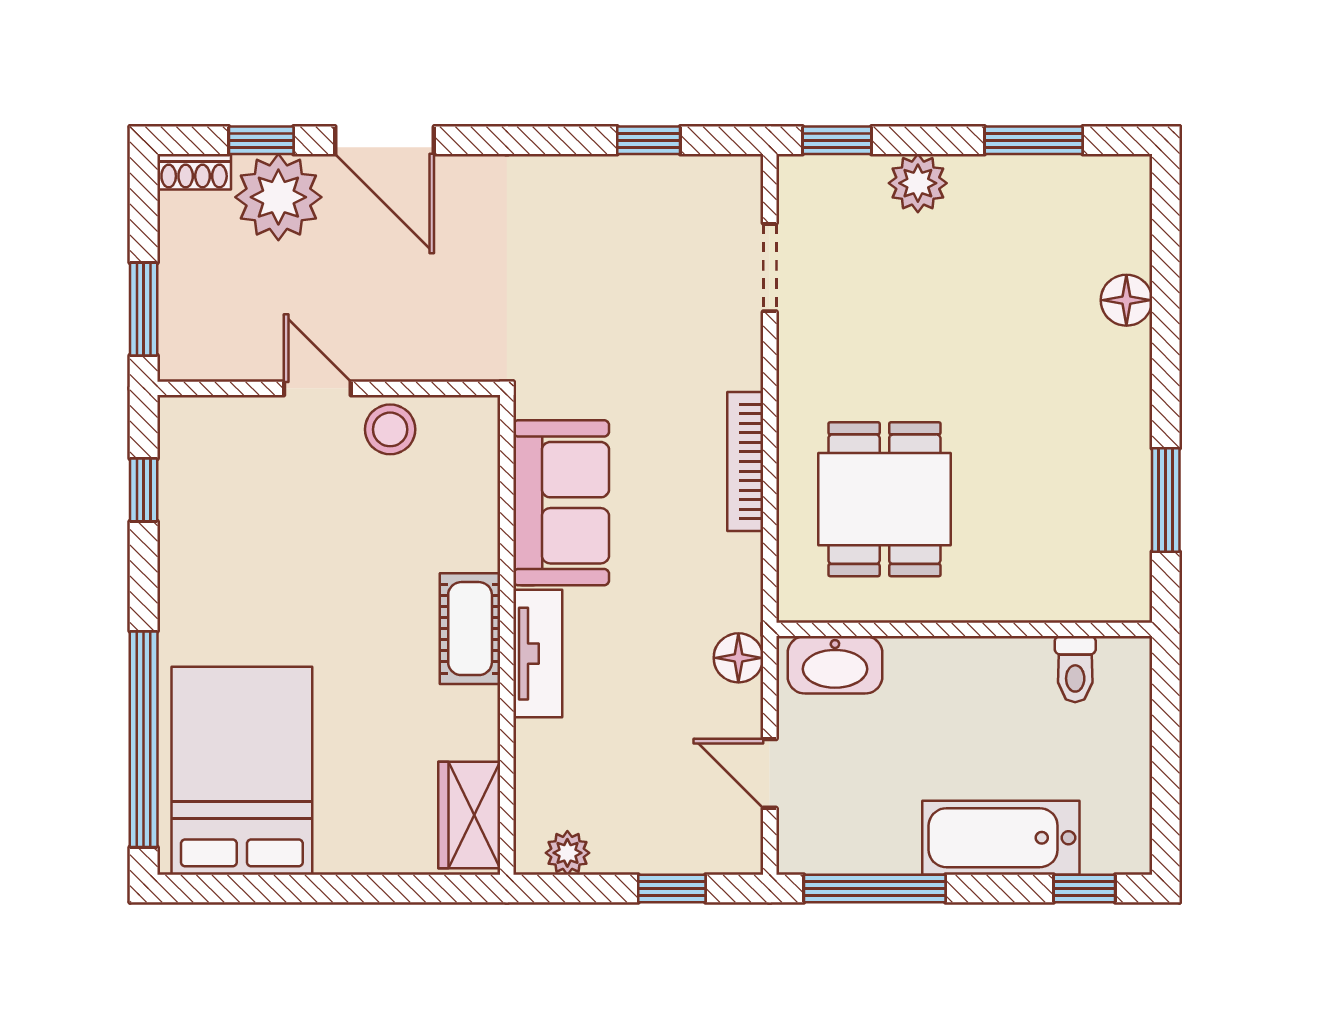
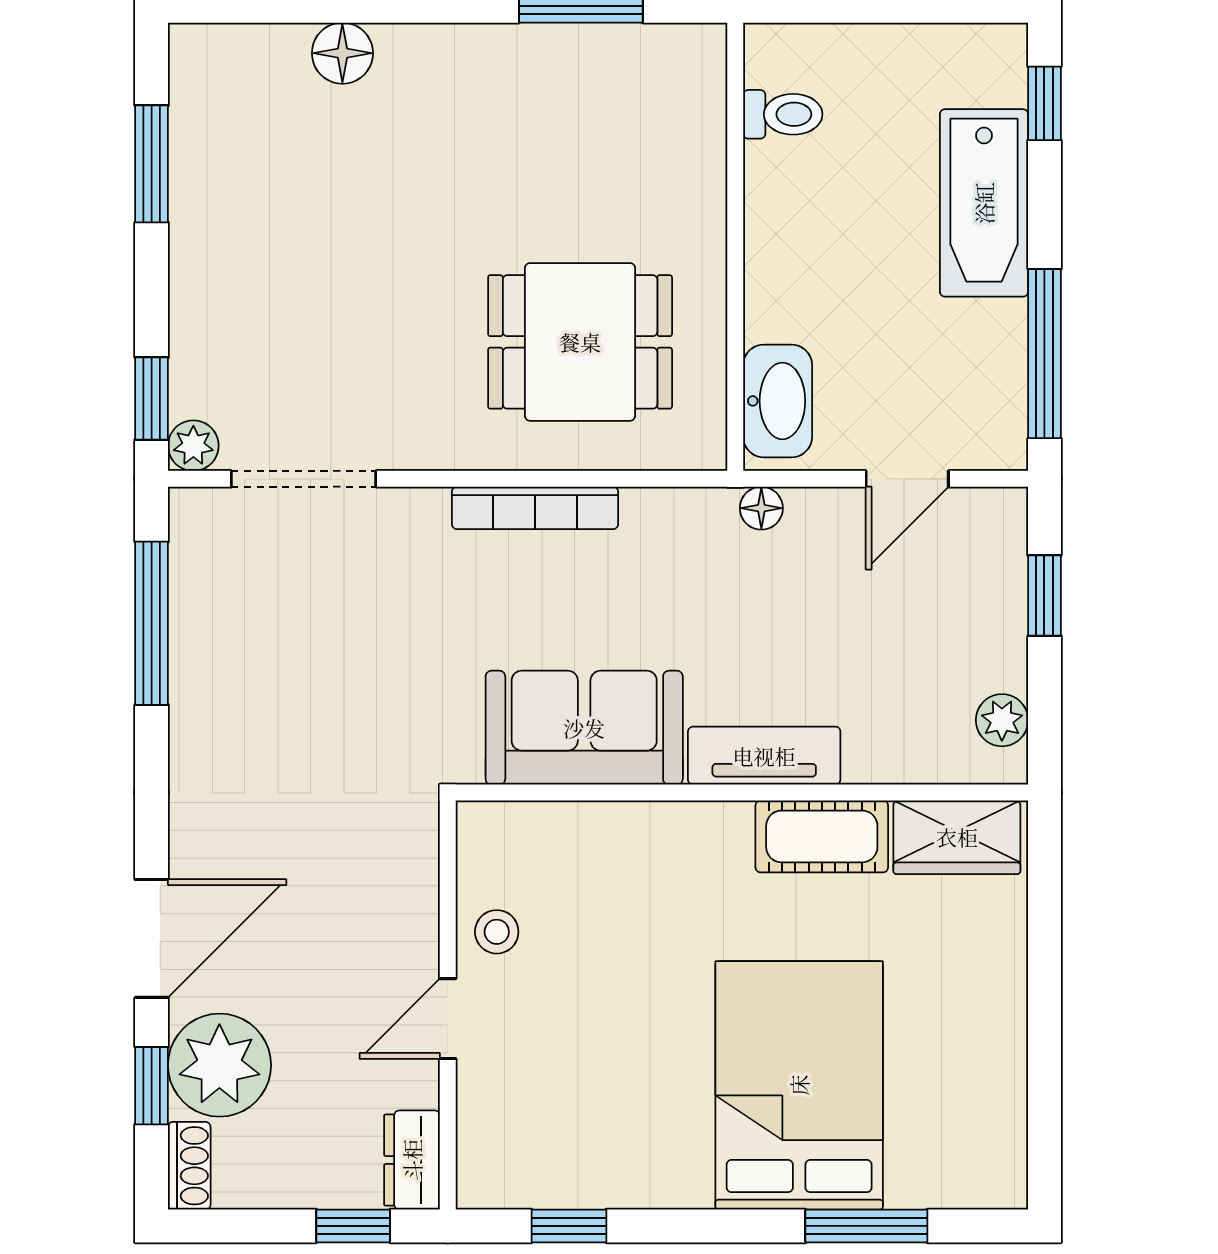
window: (649, 140) -> (152, 623), width x2.17
plant: (918, 183) -> (193, 446), moved, width x0.73, depth x0.73
doorway: (770, 268) -> (304, 479), width x1.38
window: (144, 309) -> (353, 1226), width x0.67
dresser: (199, 358) -> (412, 1160), added
stool: (390, 429) -> (497, 932), width x0.73, depth x0.73
cot: (470, 629) -> (822, 836), moved
floor lamp: (738, 658) -> (761, 508), width x0.73, depth x0.73
window: (144, 739) -> (866, 1226), width x0.47
bed: (242, 771) -> (799, 1085), moved, turned 90

